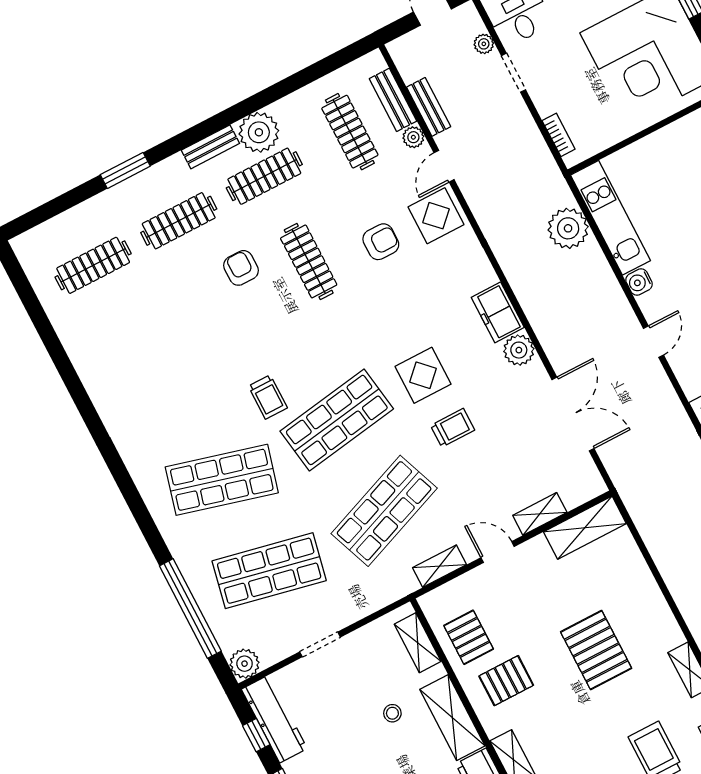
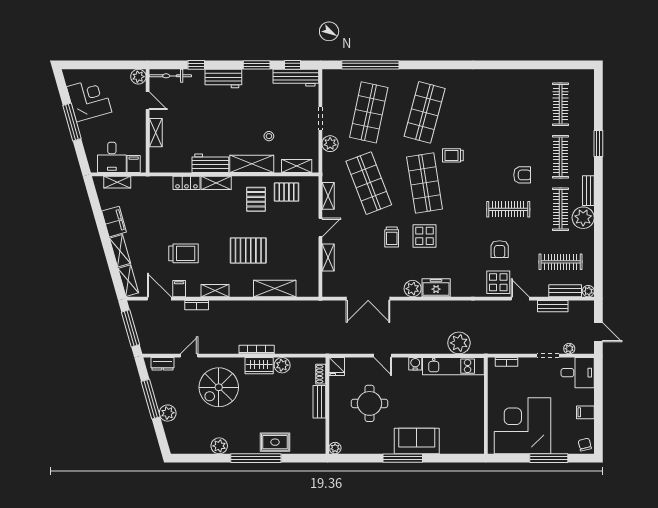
plant: (413, 137) -> (588, 291), moved
shelving: (585, 528) -> (275, 288), moved, turned 90
plant: (245, 664) -> (330, 144), moved

